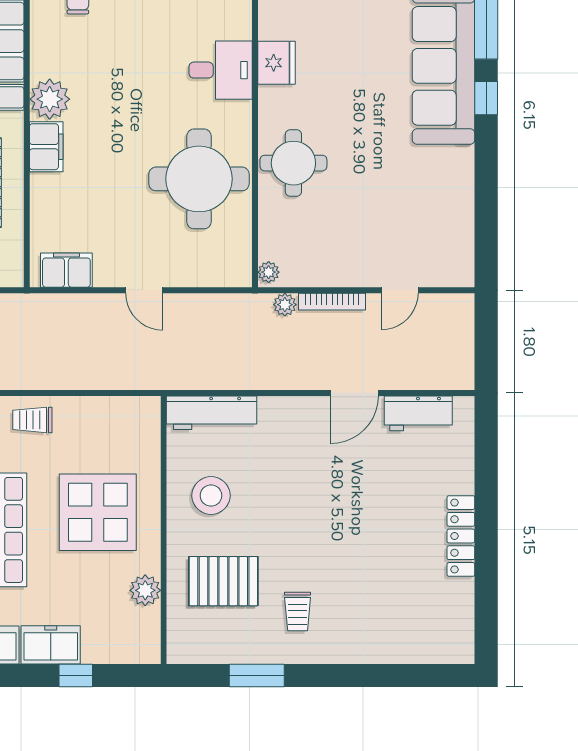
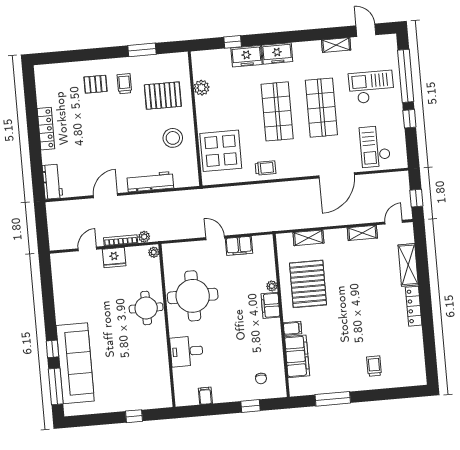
fridge: (276, 63) -> (114, 257), moved, turned -90
plant: (50, 99) -> (272, 286), moved, width x0.53, depth x0.53
filing cabinet: (66, 270) -> (239, 246), moved
workbench: (212, 413) -> (150, 182), moved
workbench: (418, 413) -> (52, 182), moved, turned 90
display table: (98, 512) -> (221, 151), moved
pallet: (355, 615) -> (96, 84), added

